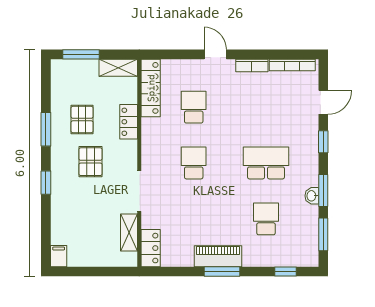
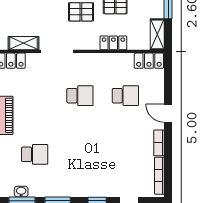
door: (215, 54) -> (168, 113), swing flipped
locker: (151, 88) -> (149, 61), width x0.66
school desk: (266, 163) -> (80, 154), removed
washbasin: (312, 196) -> (21, 192), moved

